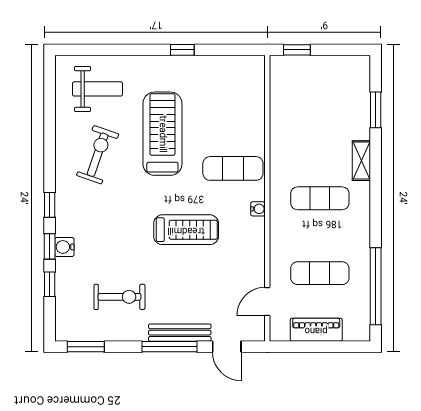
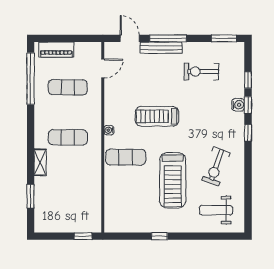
piano: (316, 330) -> (56, 50), moved

